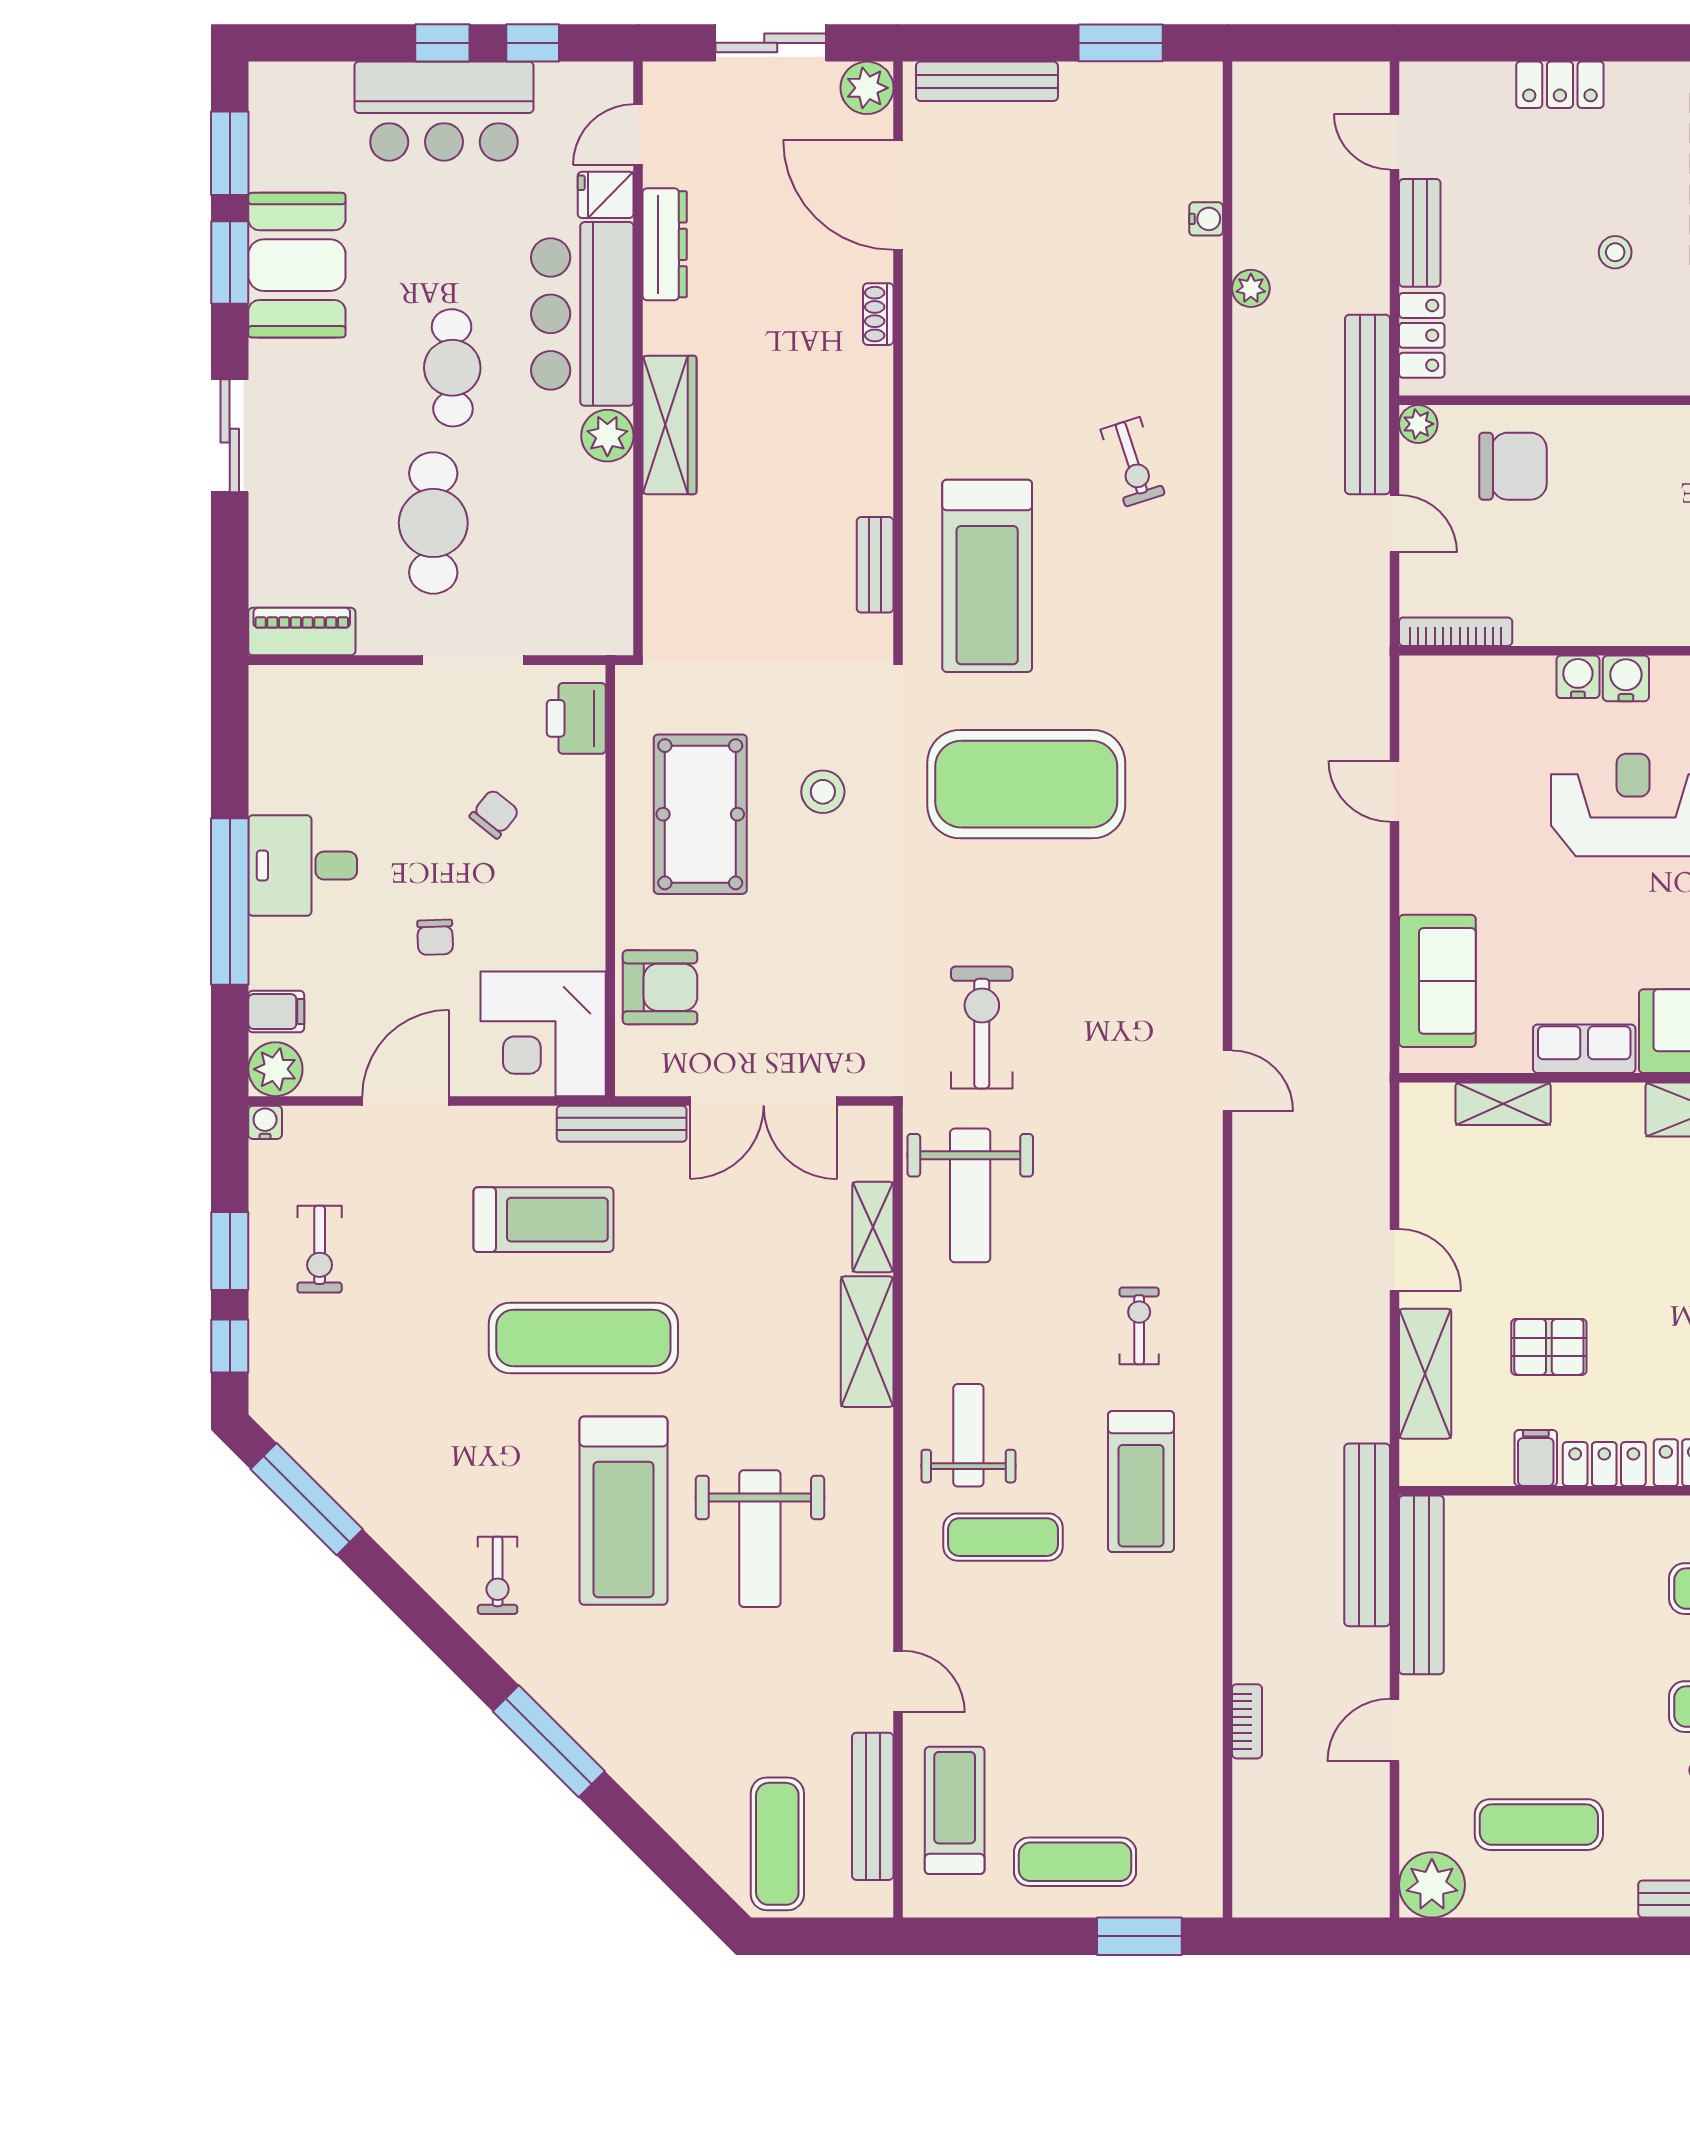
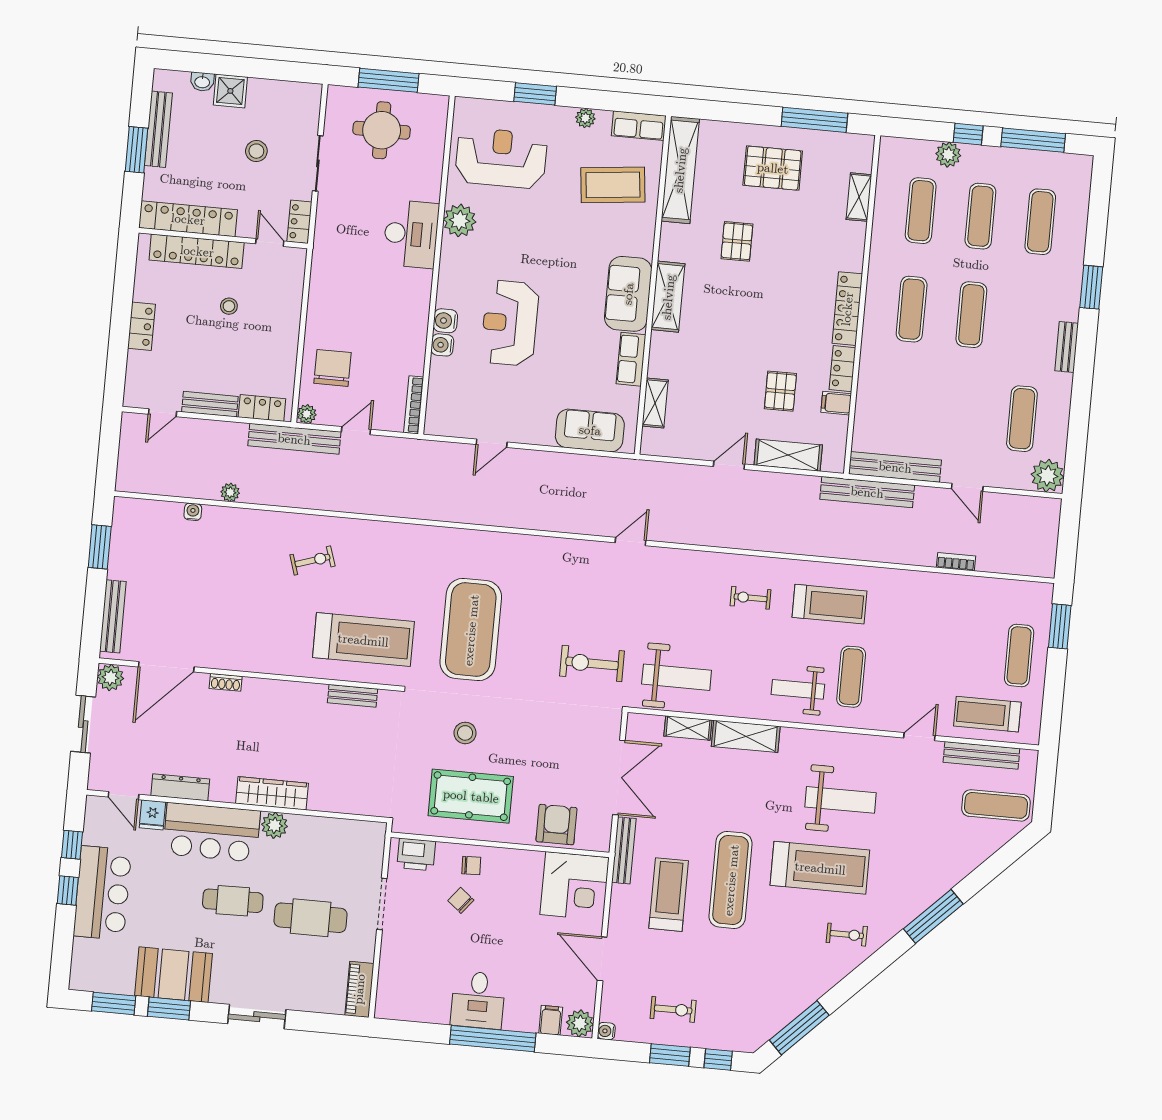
chair: (435, 937) -> (471, 866), moved

